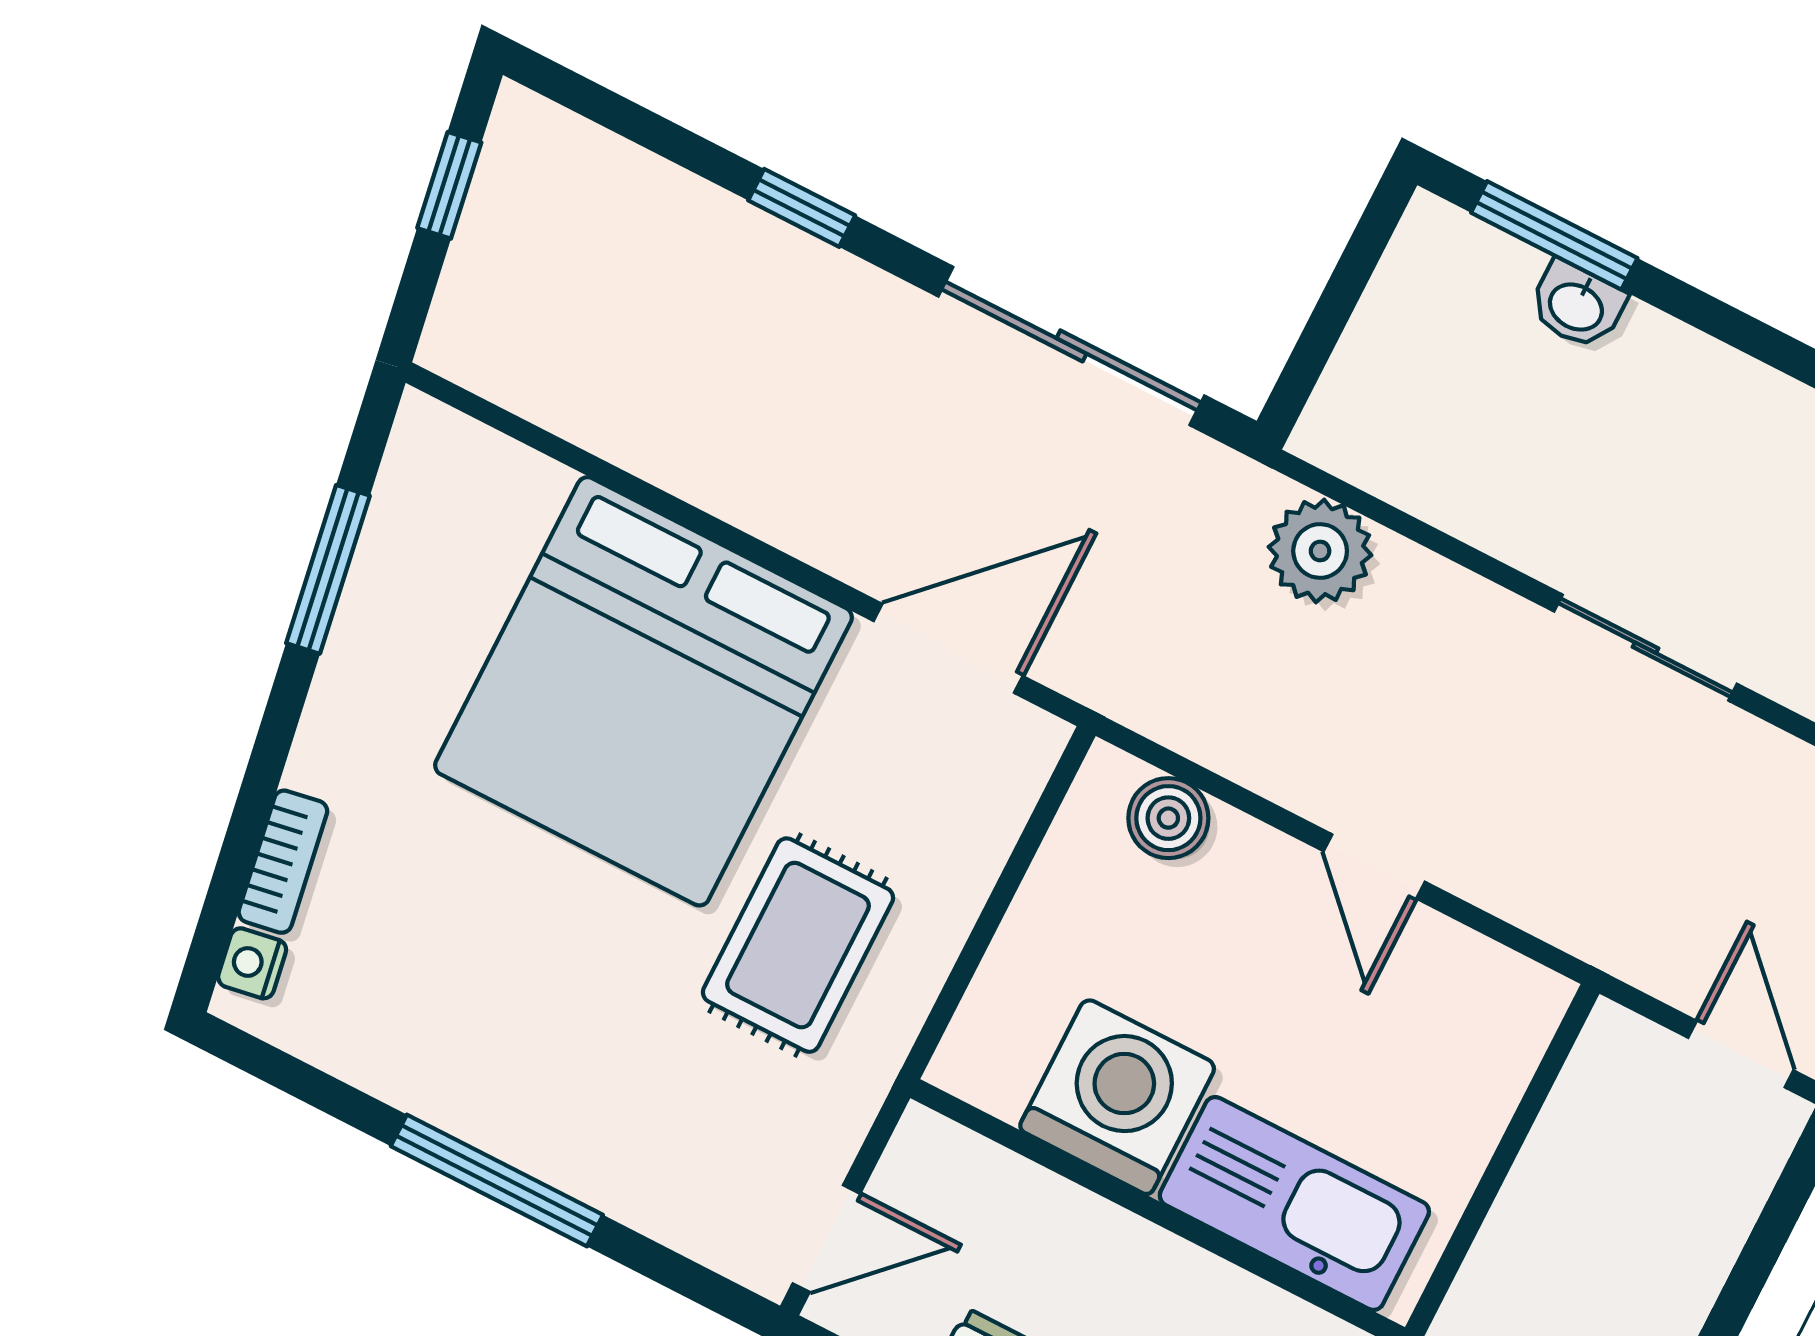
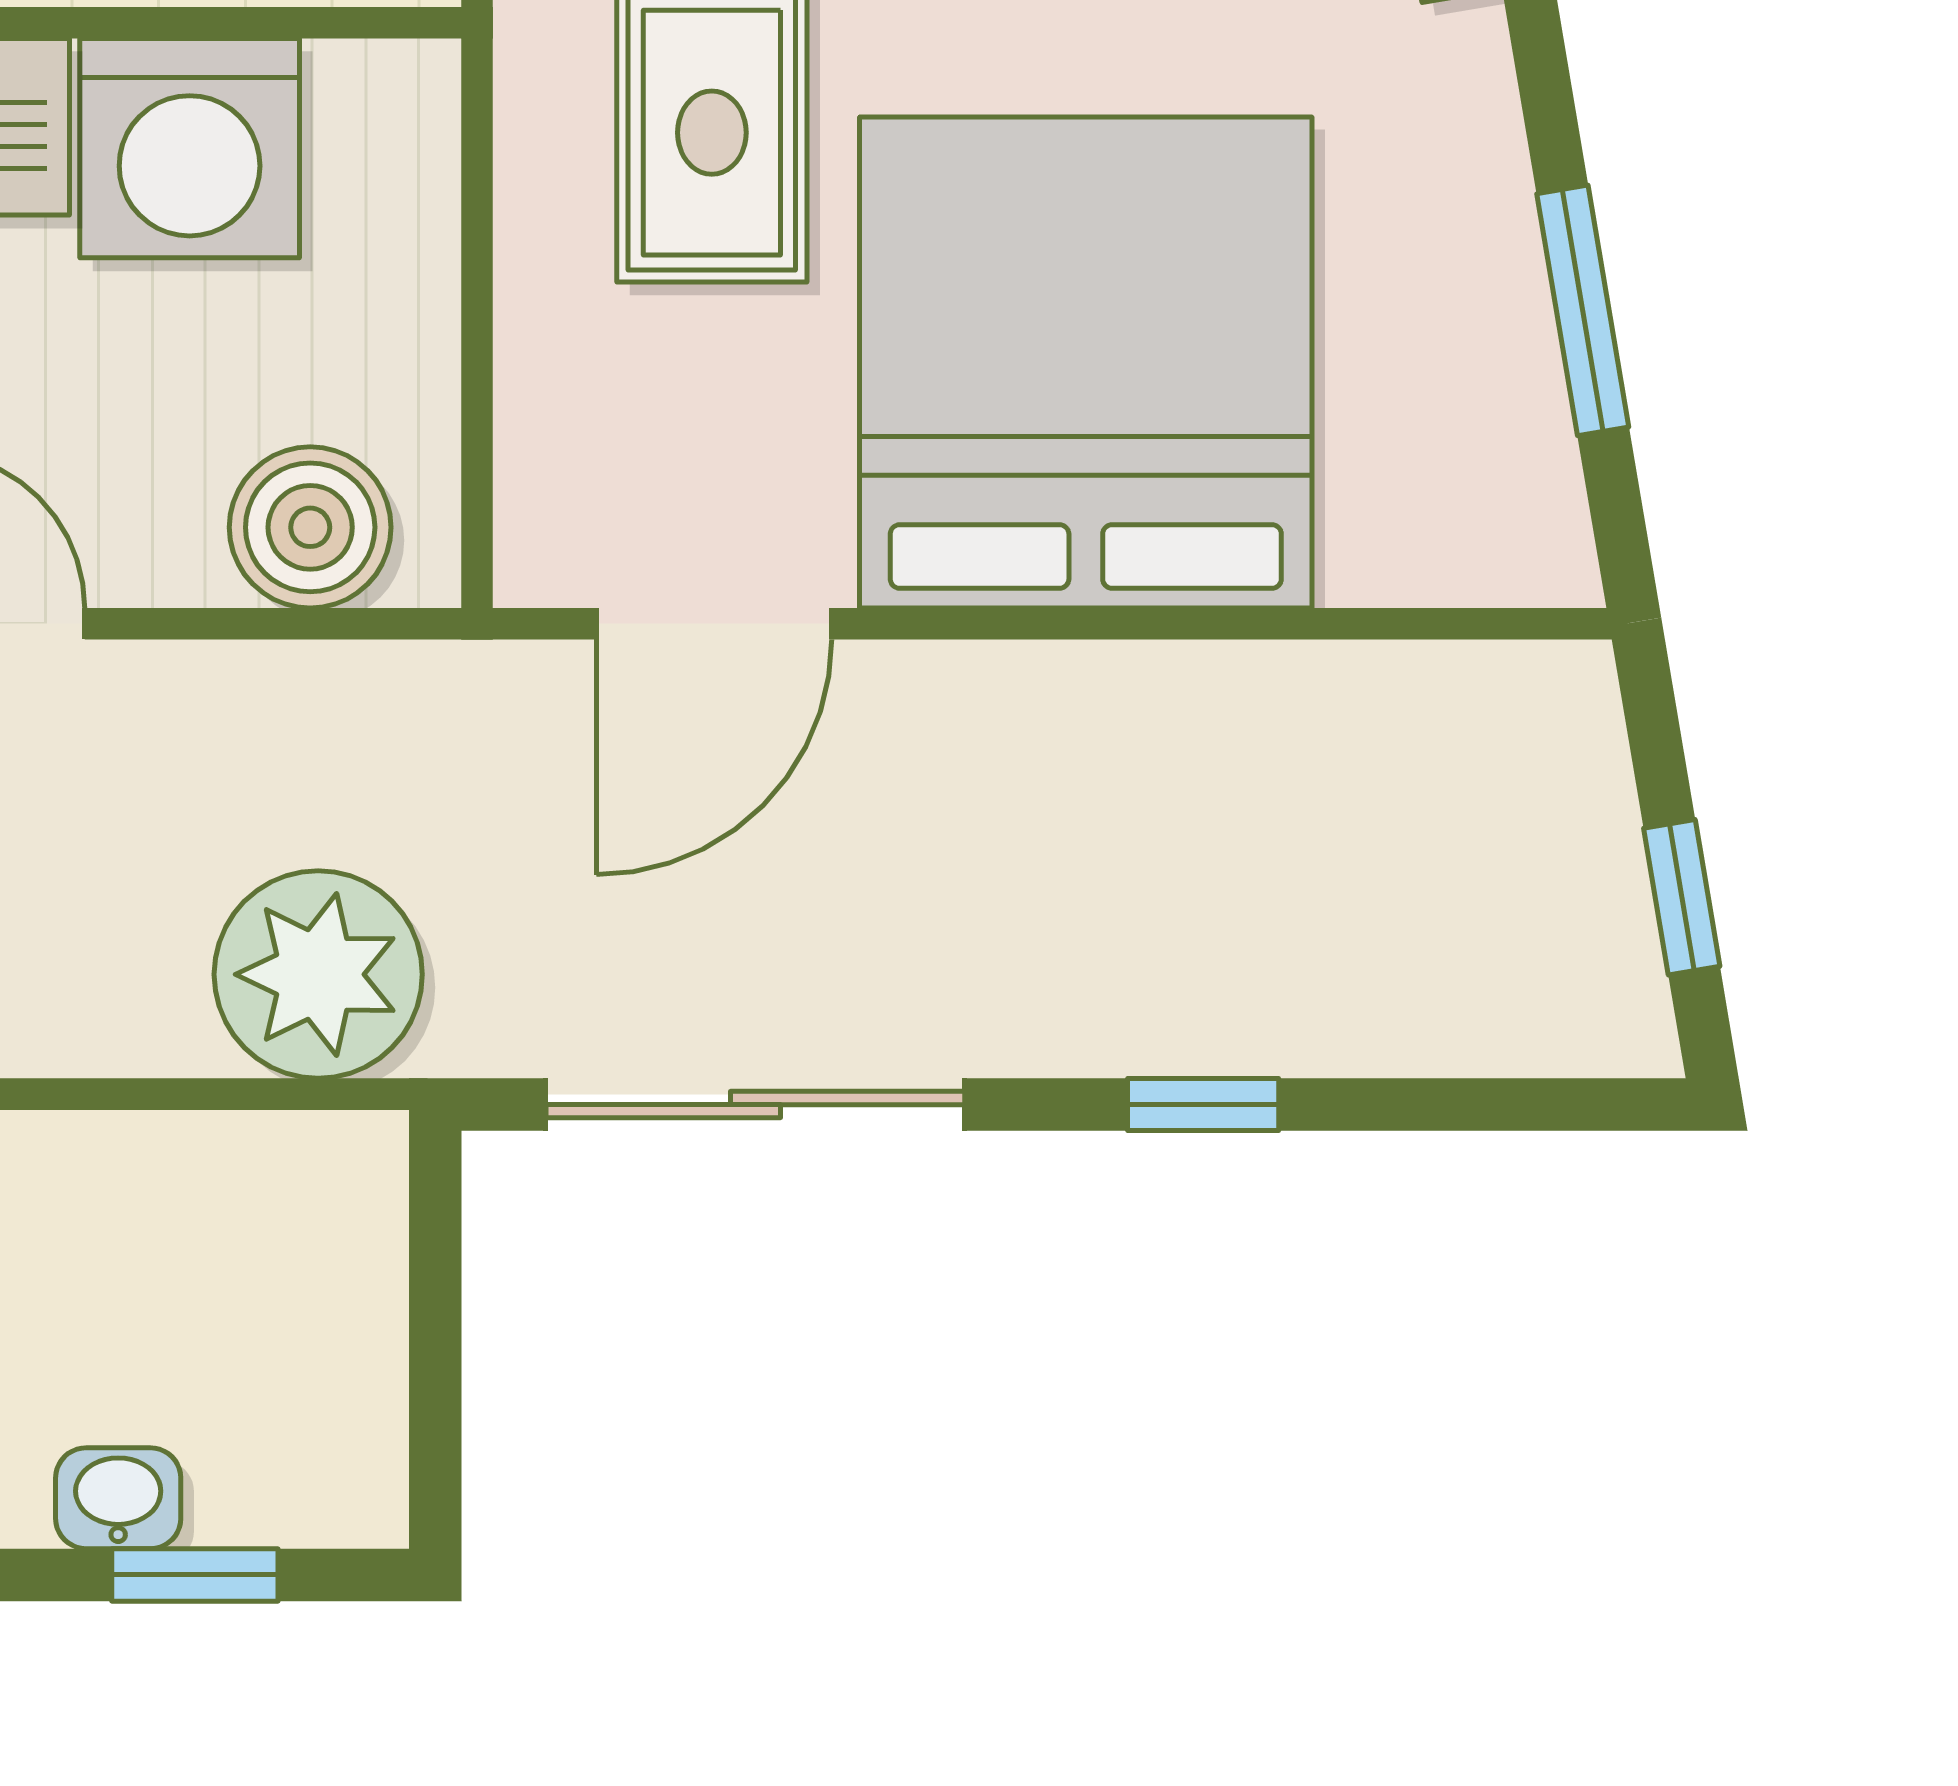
window: (1554, 235) -> (195, 1575), width x0.67
plant: (1320, 551) -> (318, 974), width x1.36, depth x1.36
boiler: (1168, 818) -> (310, 527), width x1.36, depth x1.36

